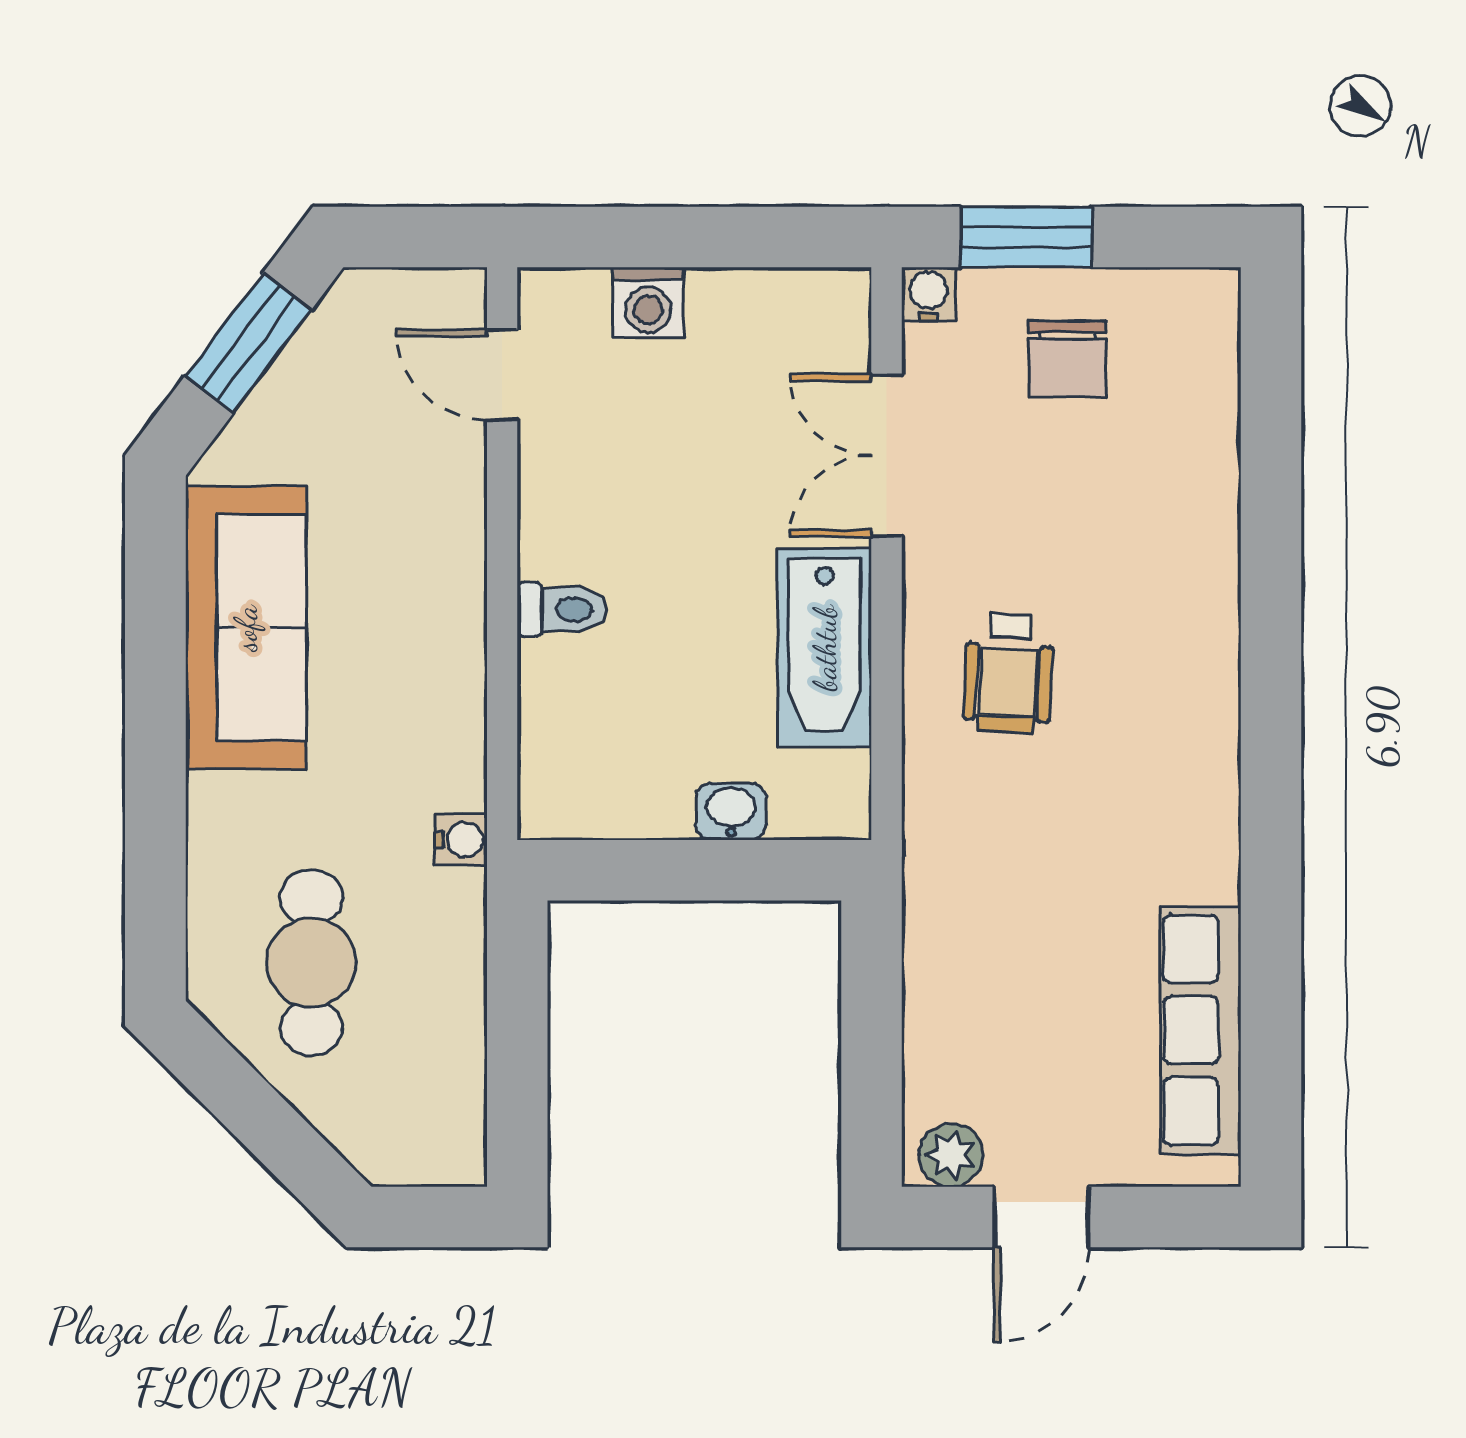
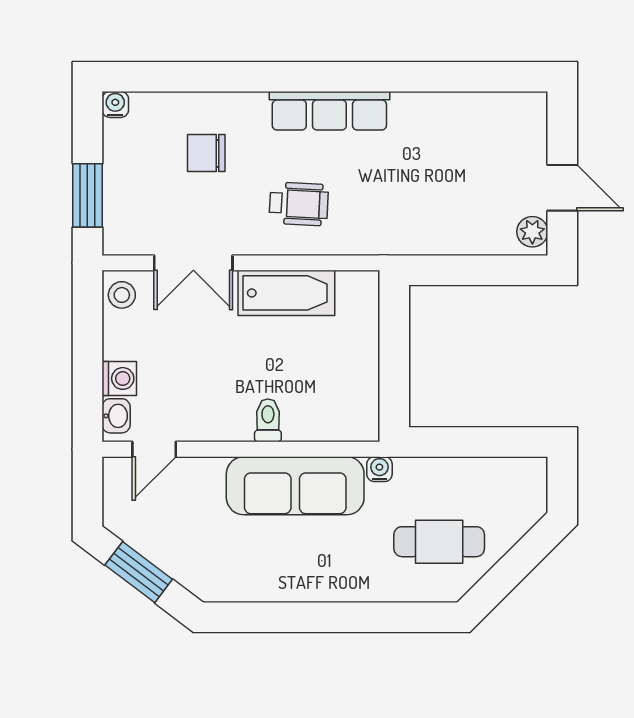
water cooler: (929, 294) -> (115, 104), moved, turned 90
stool: (820, 308) -> (122, 295), added
chair: (1067, 359) -> (206, 153), moved, turned 180
sofa: (246, 628) -> (295, 486), moved, turned 180
washbasin: (731, 811) -> (116, 416), moved, turned 180
row of seats: (1201, 1030) -> (329, 111), moved

